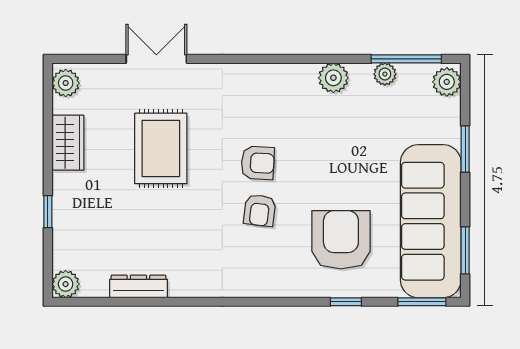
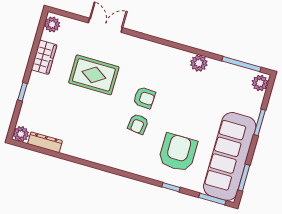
plant: (385, 74) -> (228, 69), removed
rug: (161, 148) -> (94, 75), turned 90
dresser: (138, 287) -> (45, 142), moved

